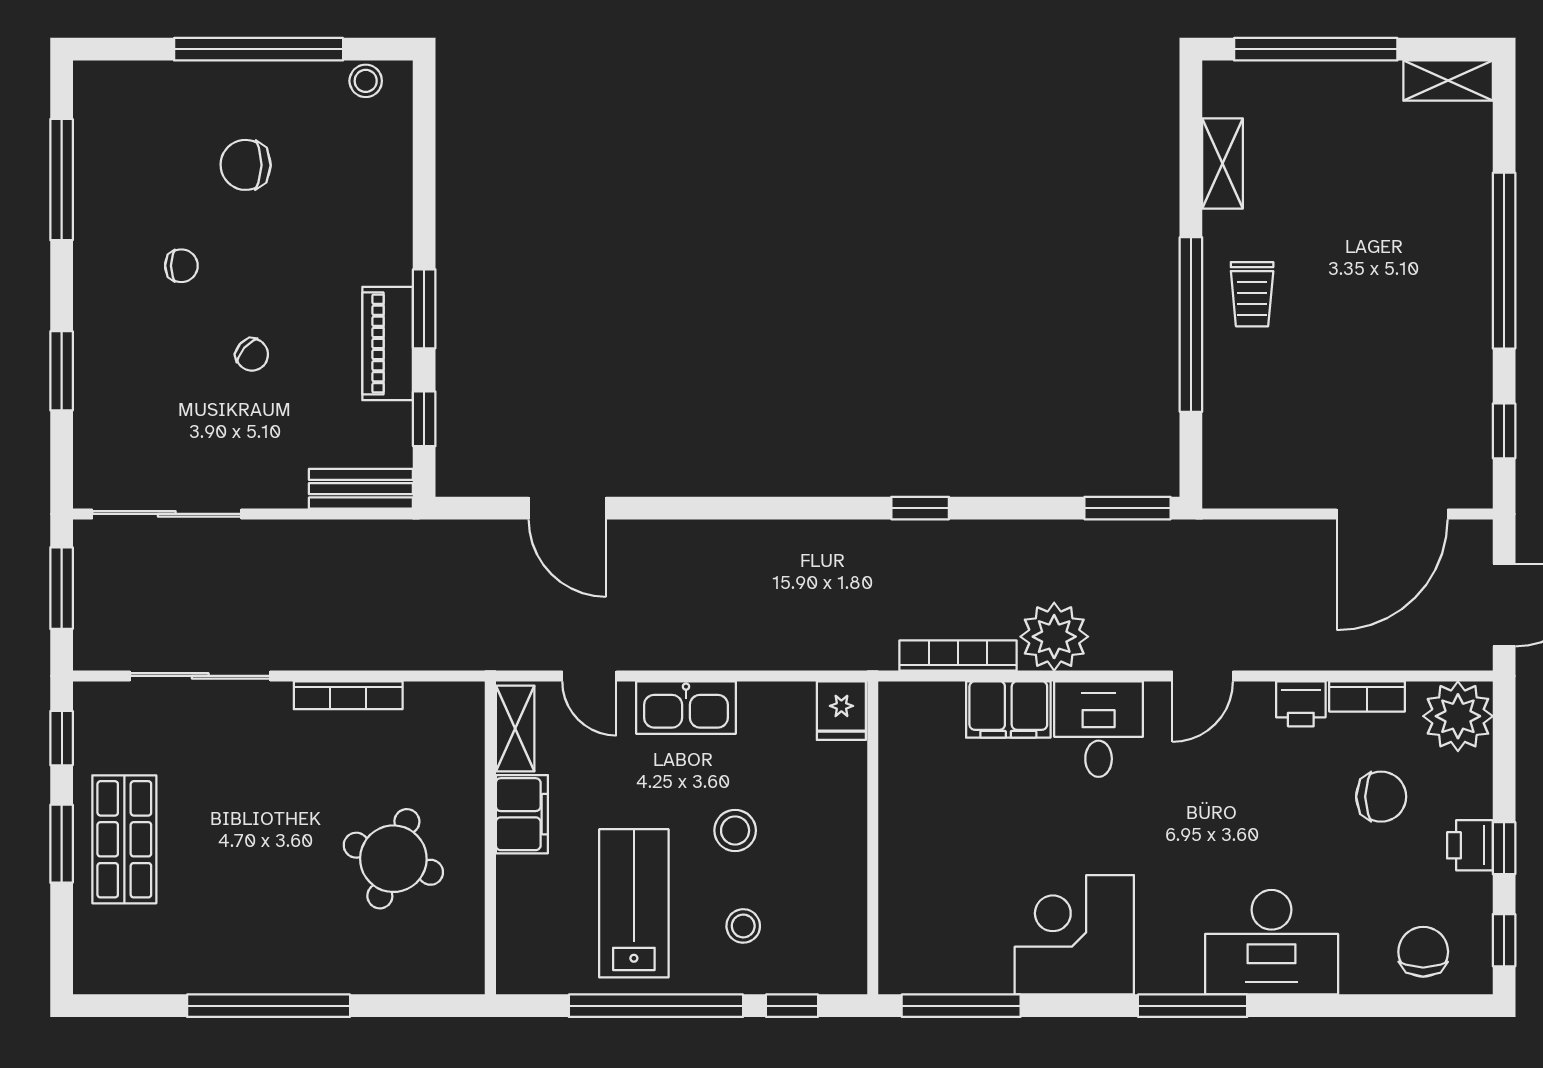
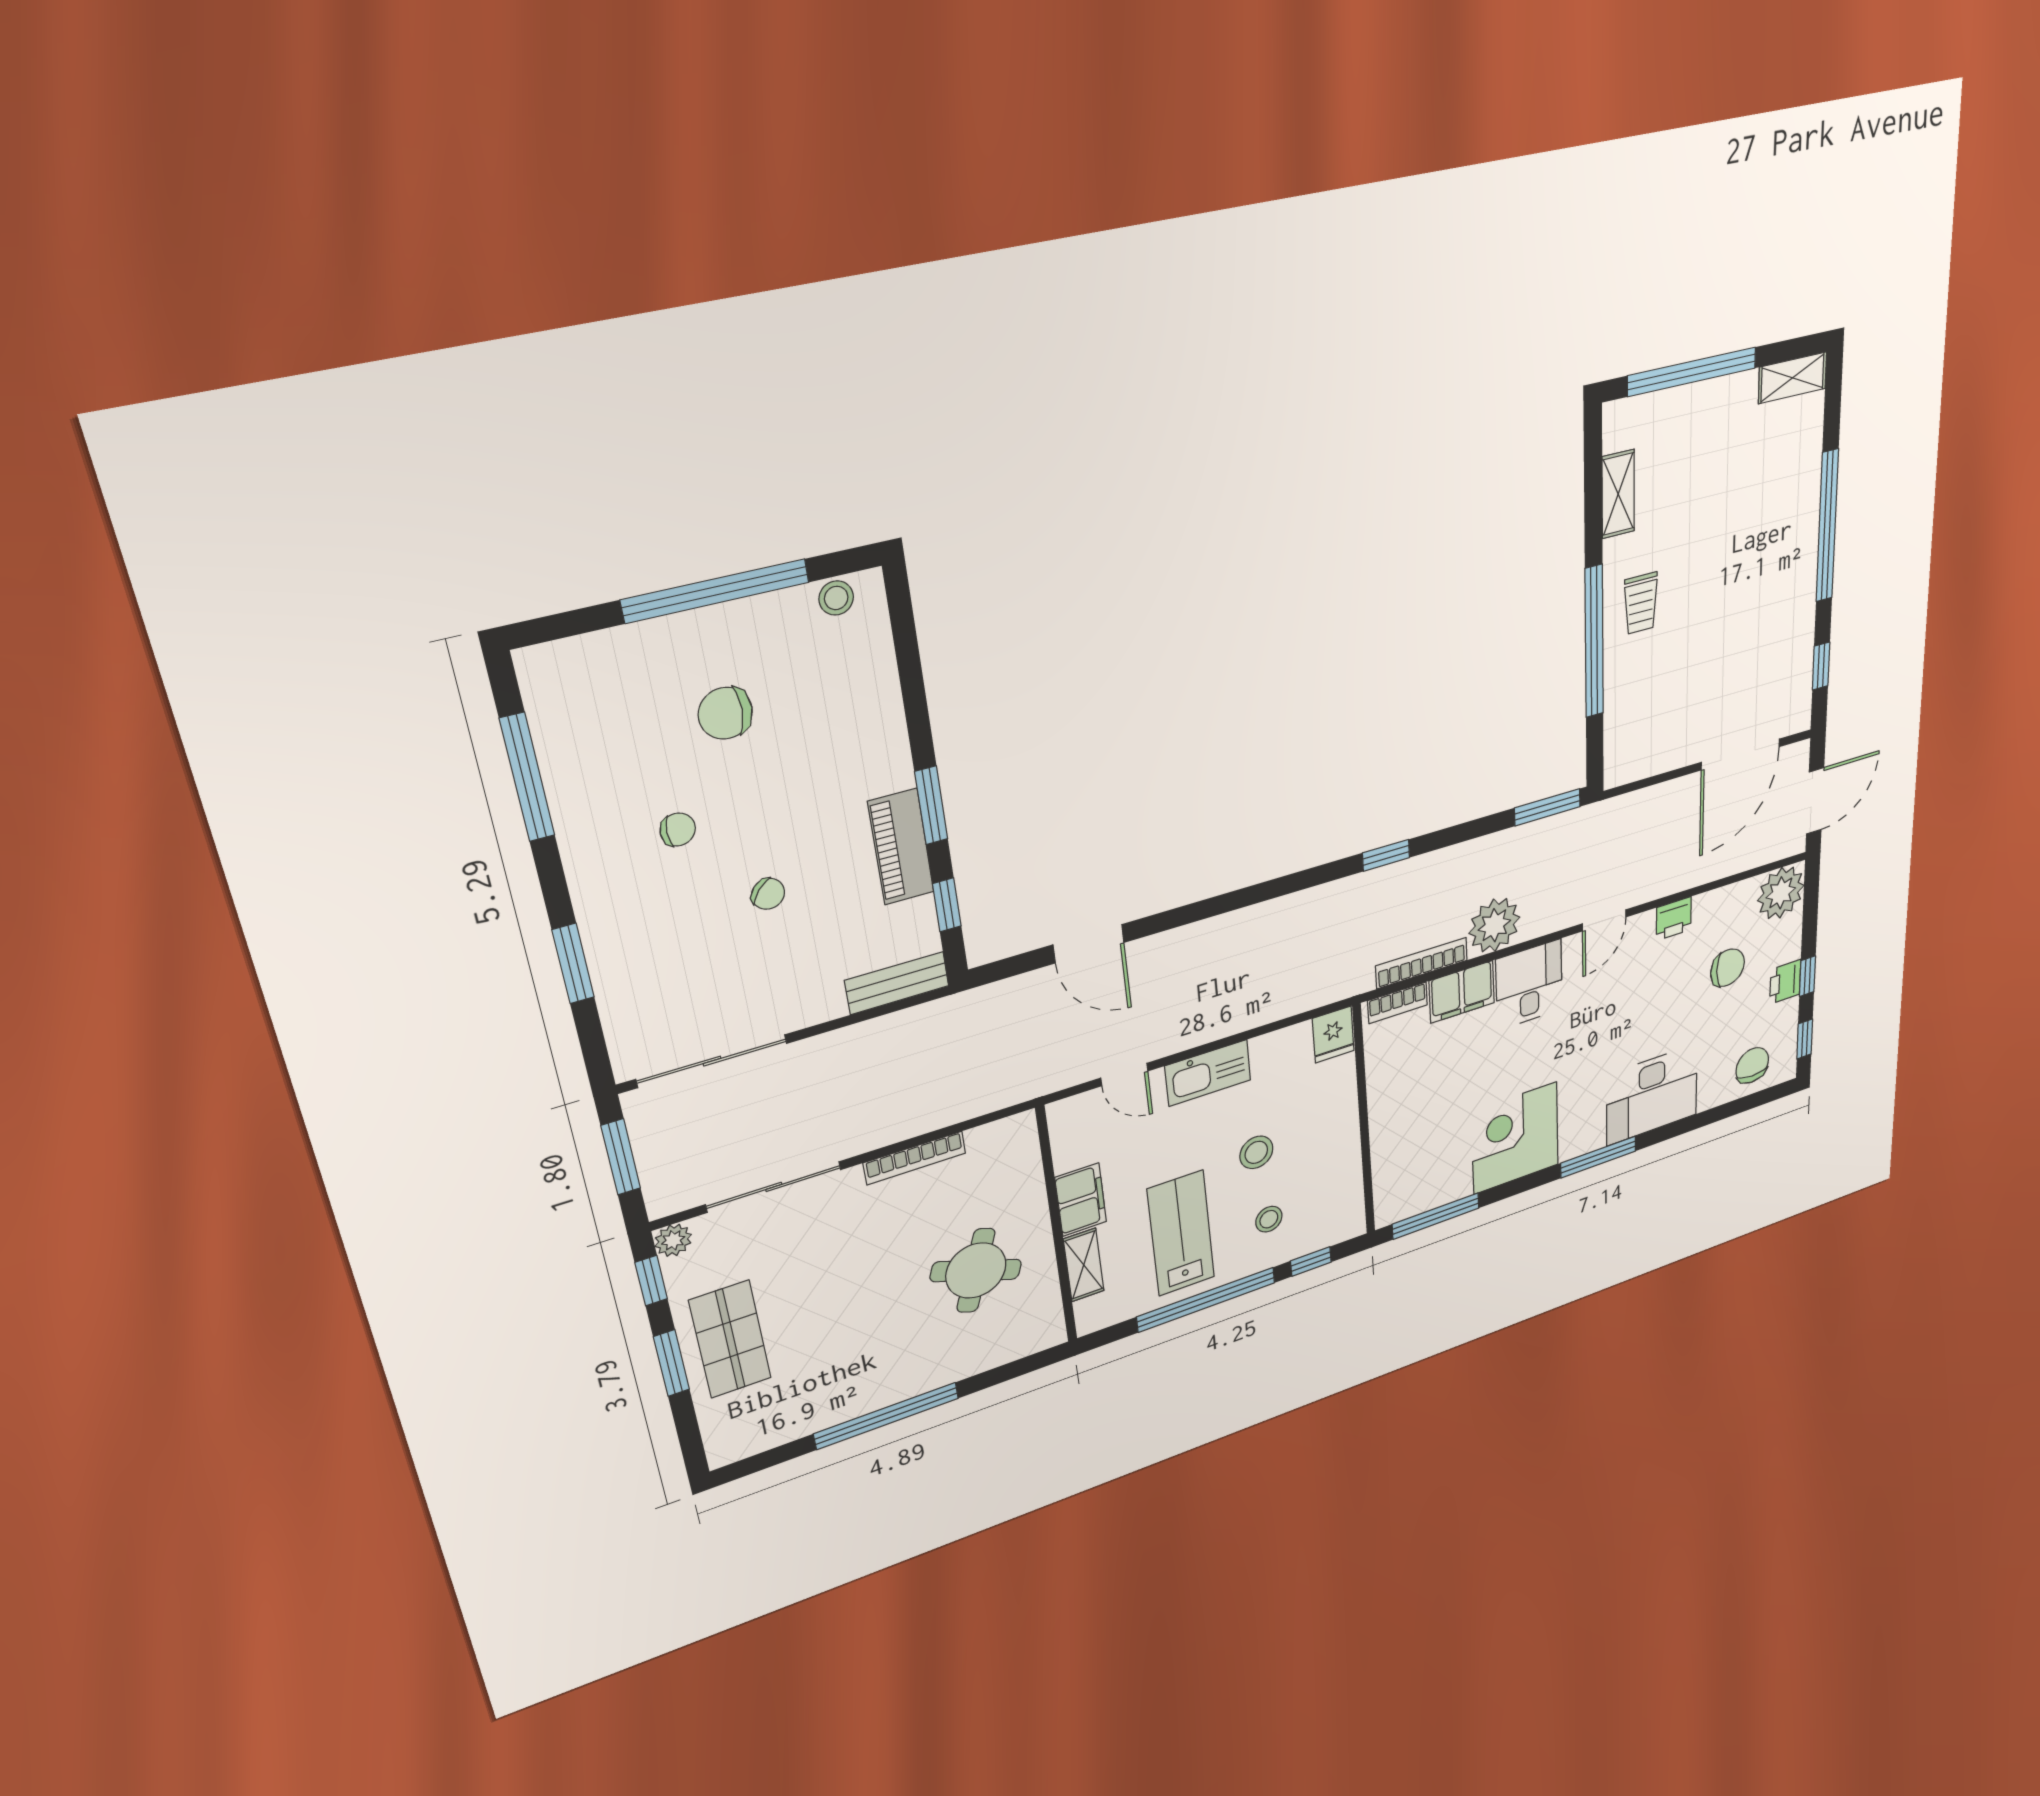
bookcase: (1367, 696) -> (1397, 1003), moved
plant: (92, 700) -> (673, 1240), added
shelving: (515, 728) -> (1084, 1265), moved

